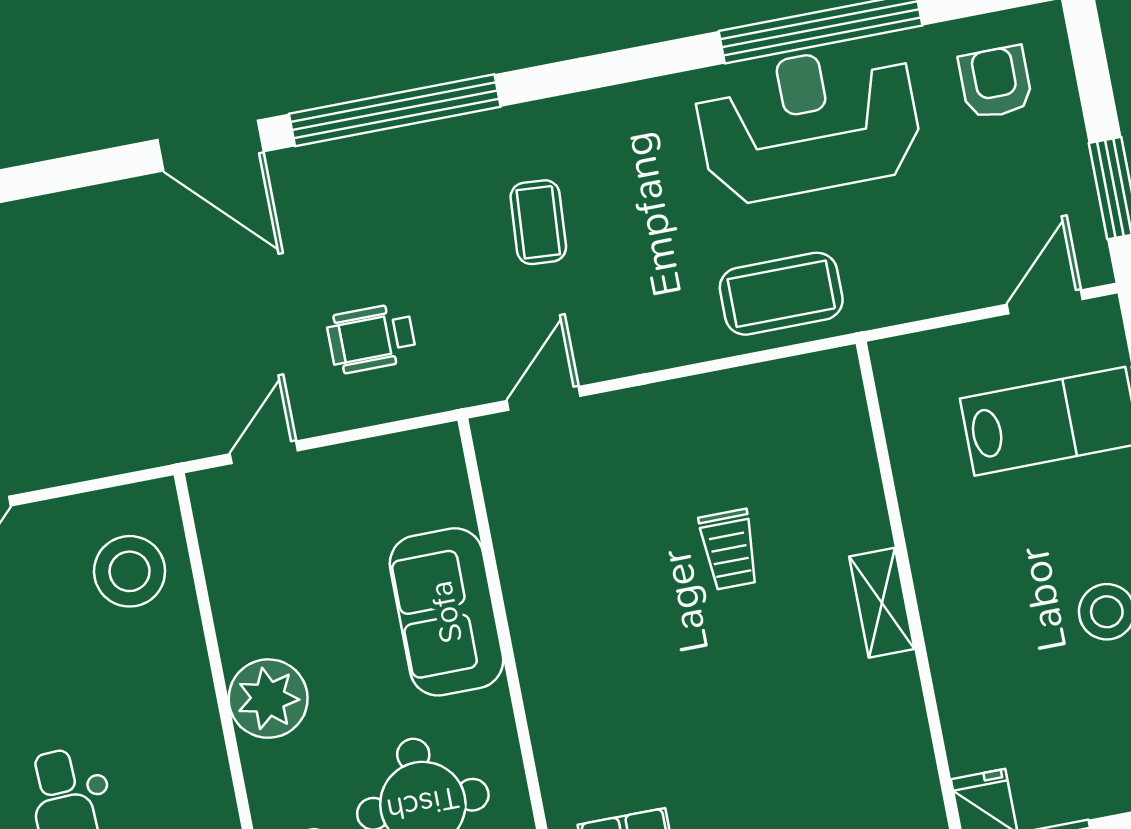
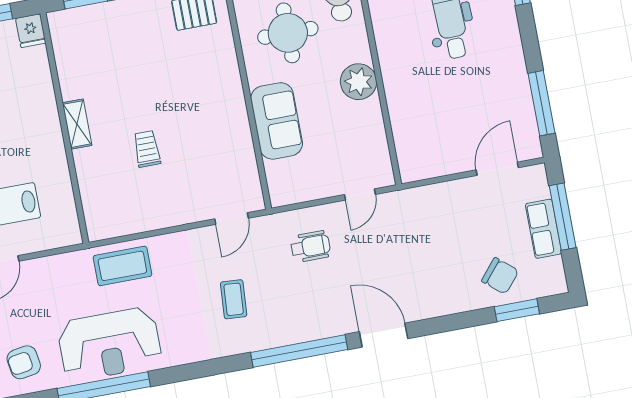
armchair: (996, 82) -> (24, 362), turned 81
stool: (130, 571) -> (422, 140), removed

